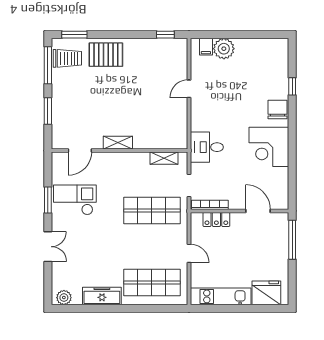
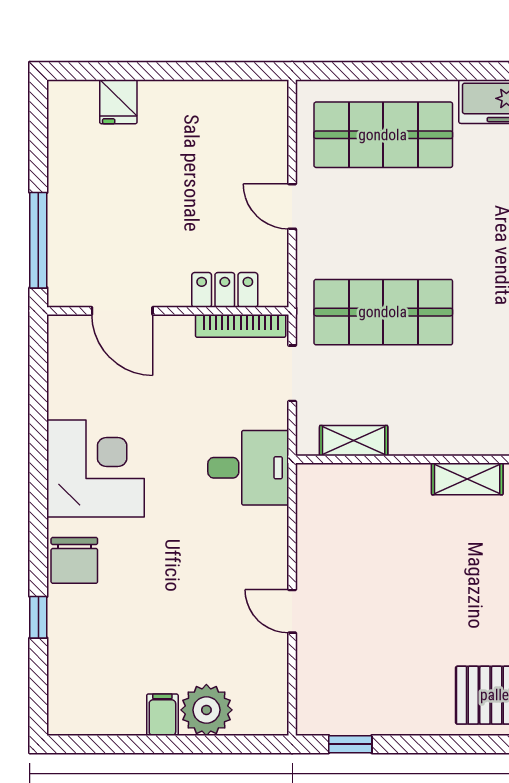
filing cabinet: (206, 47) -> (162, 715), moved
door: (189, 89) -> (292, 611), swing flipped
fridge: (266, 293) -> (118, 102), width x0.53, depth x0.75
kitchen unit: (221, 296) -> (214, 101), removed

